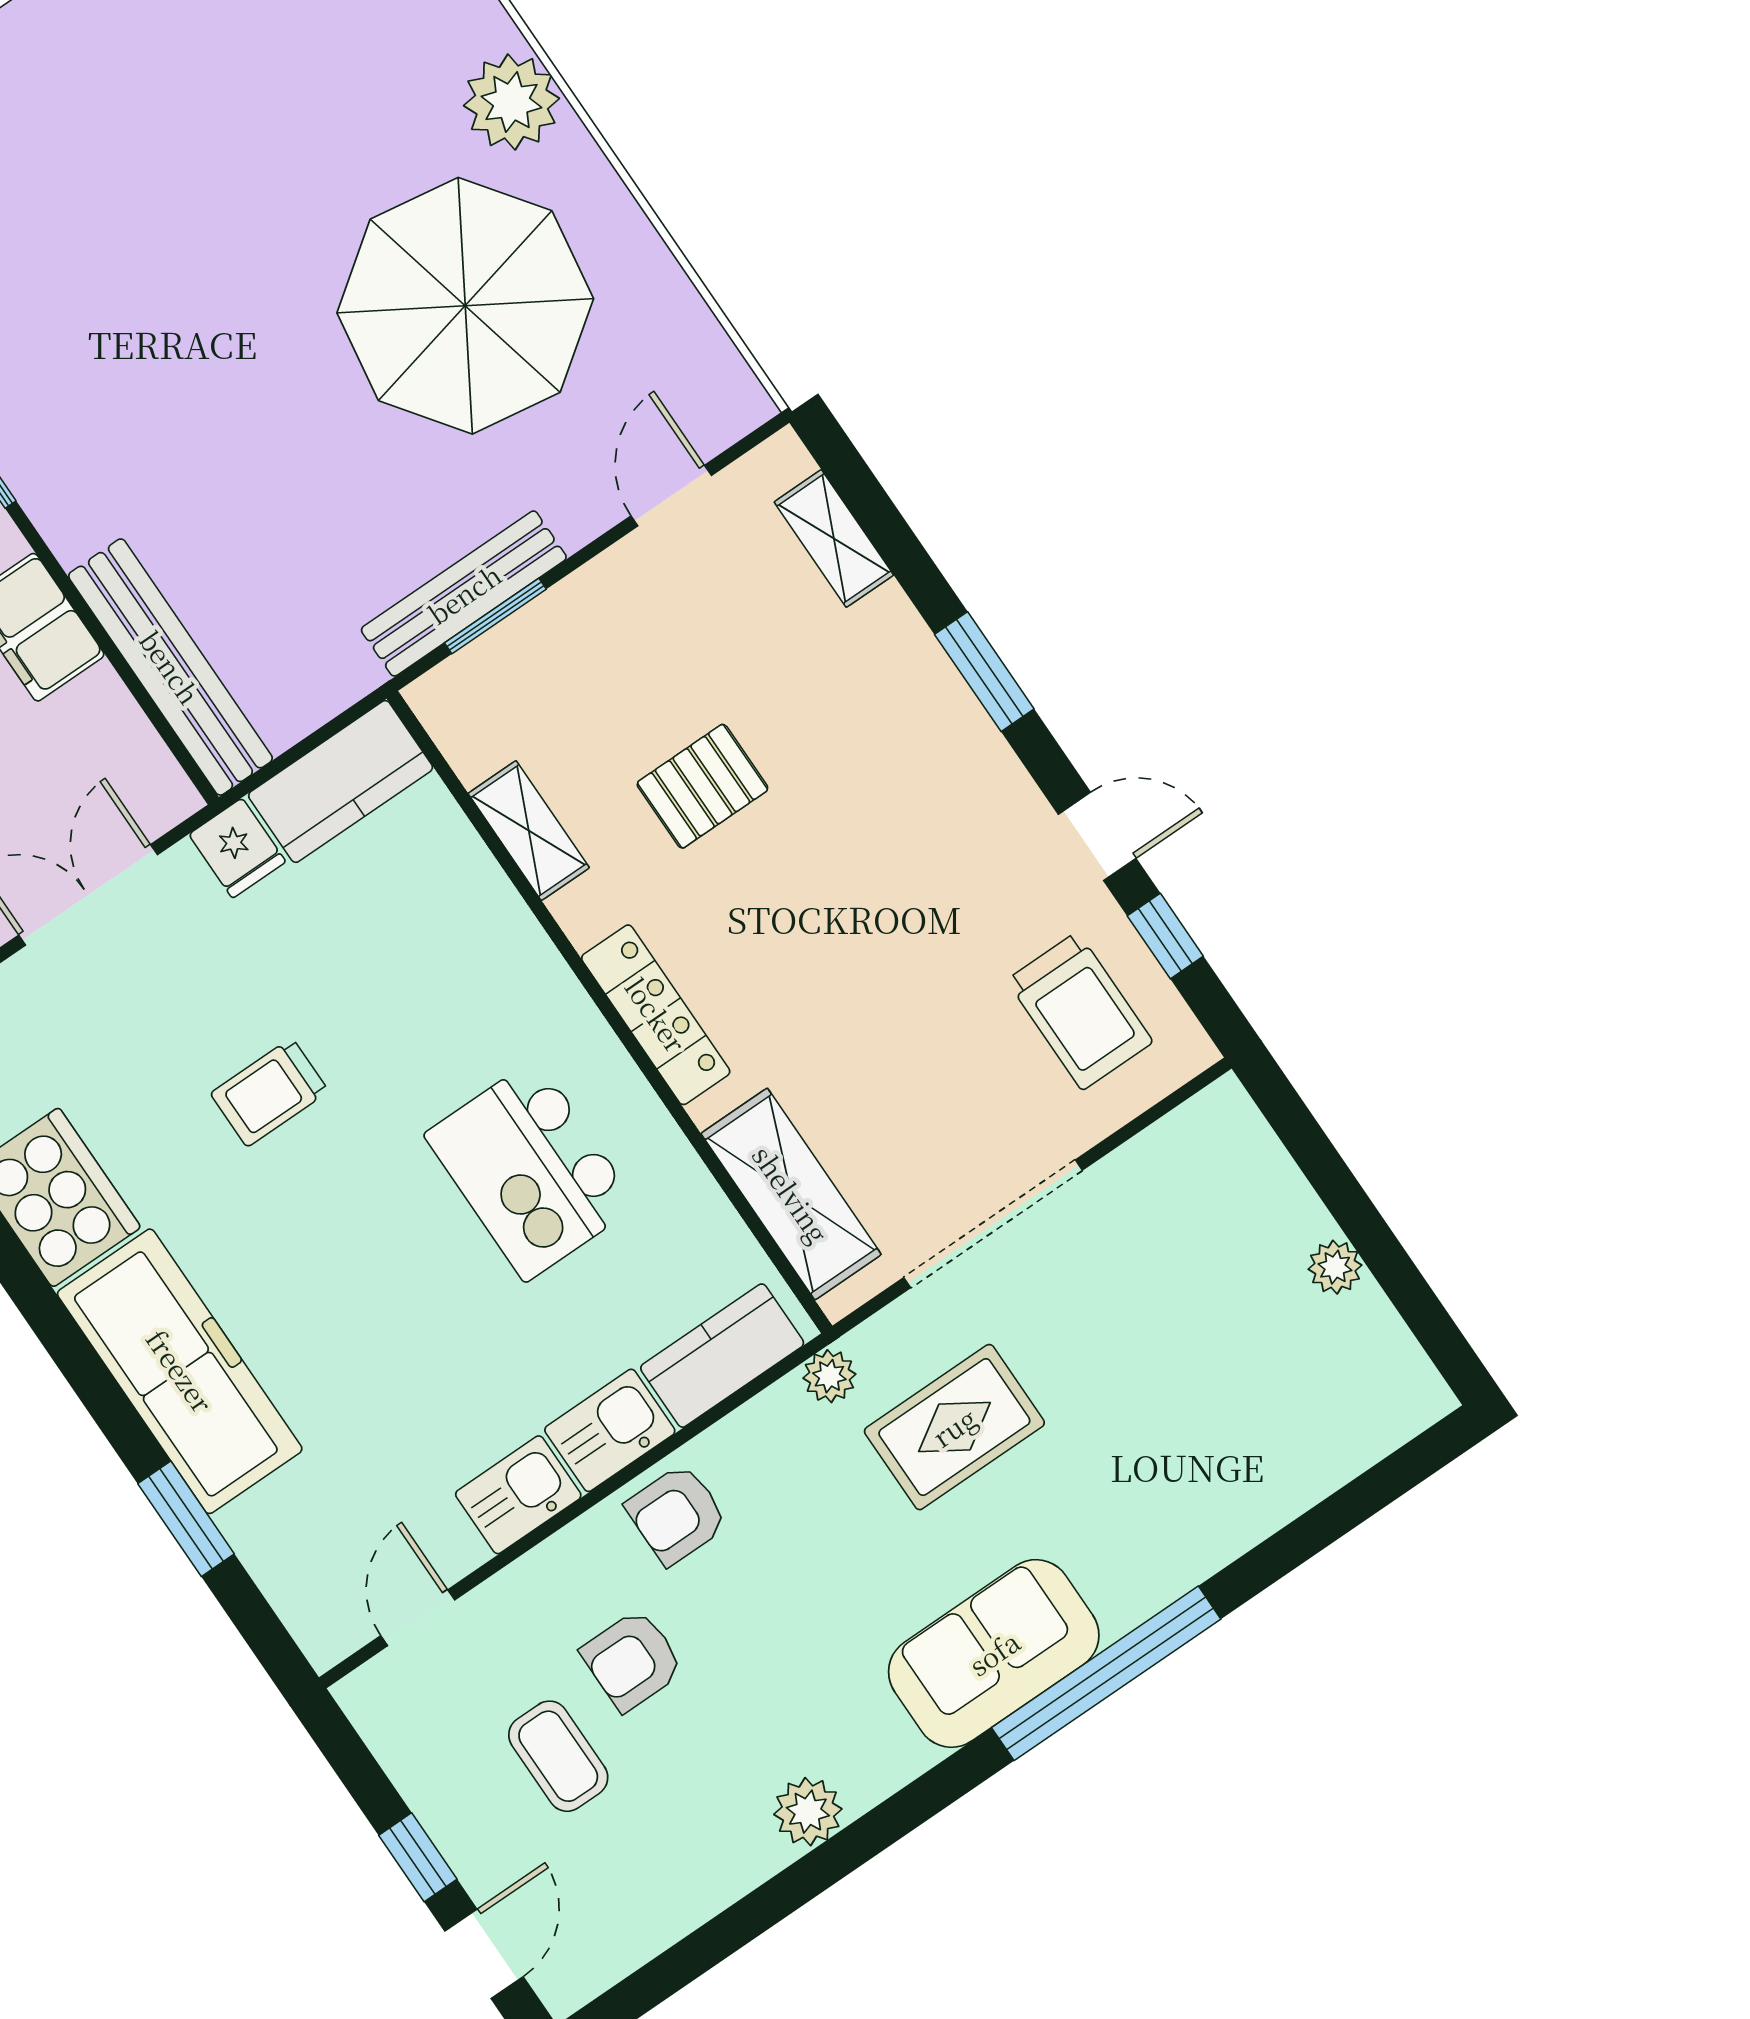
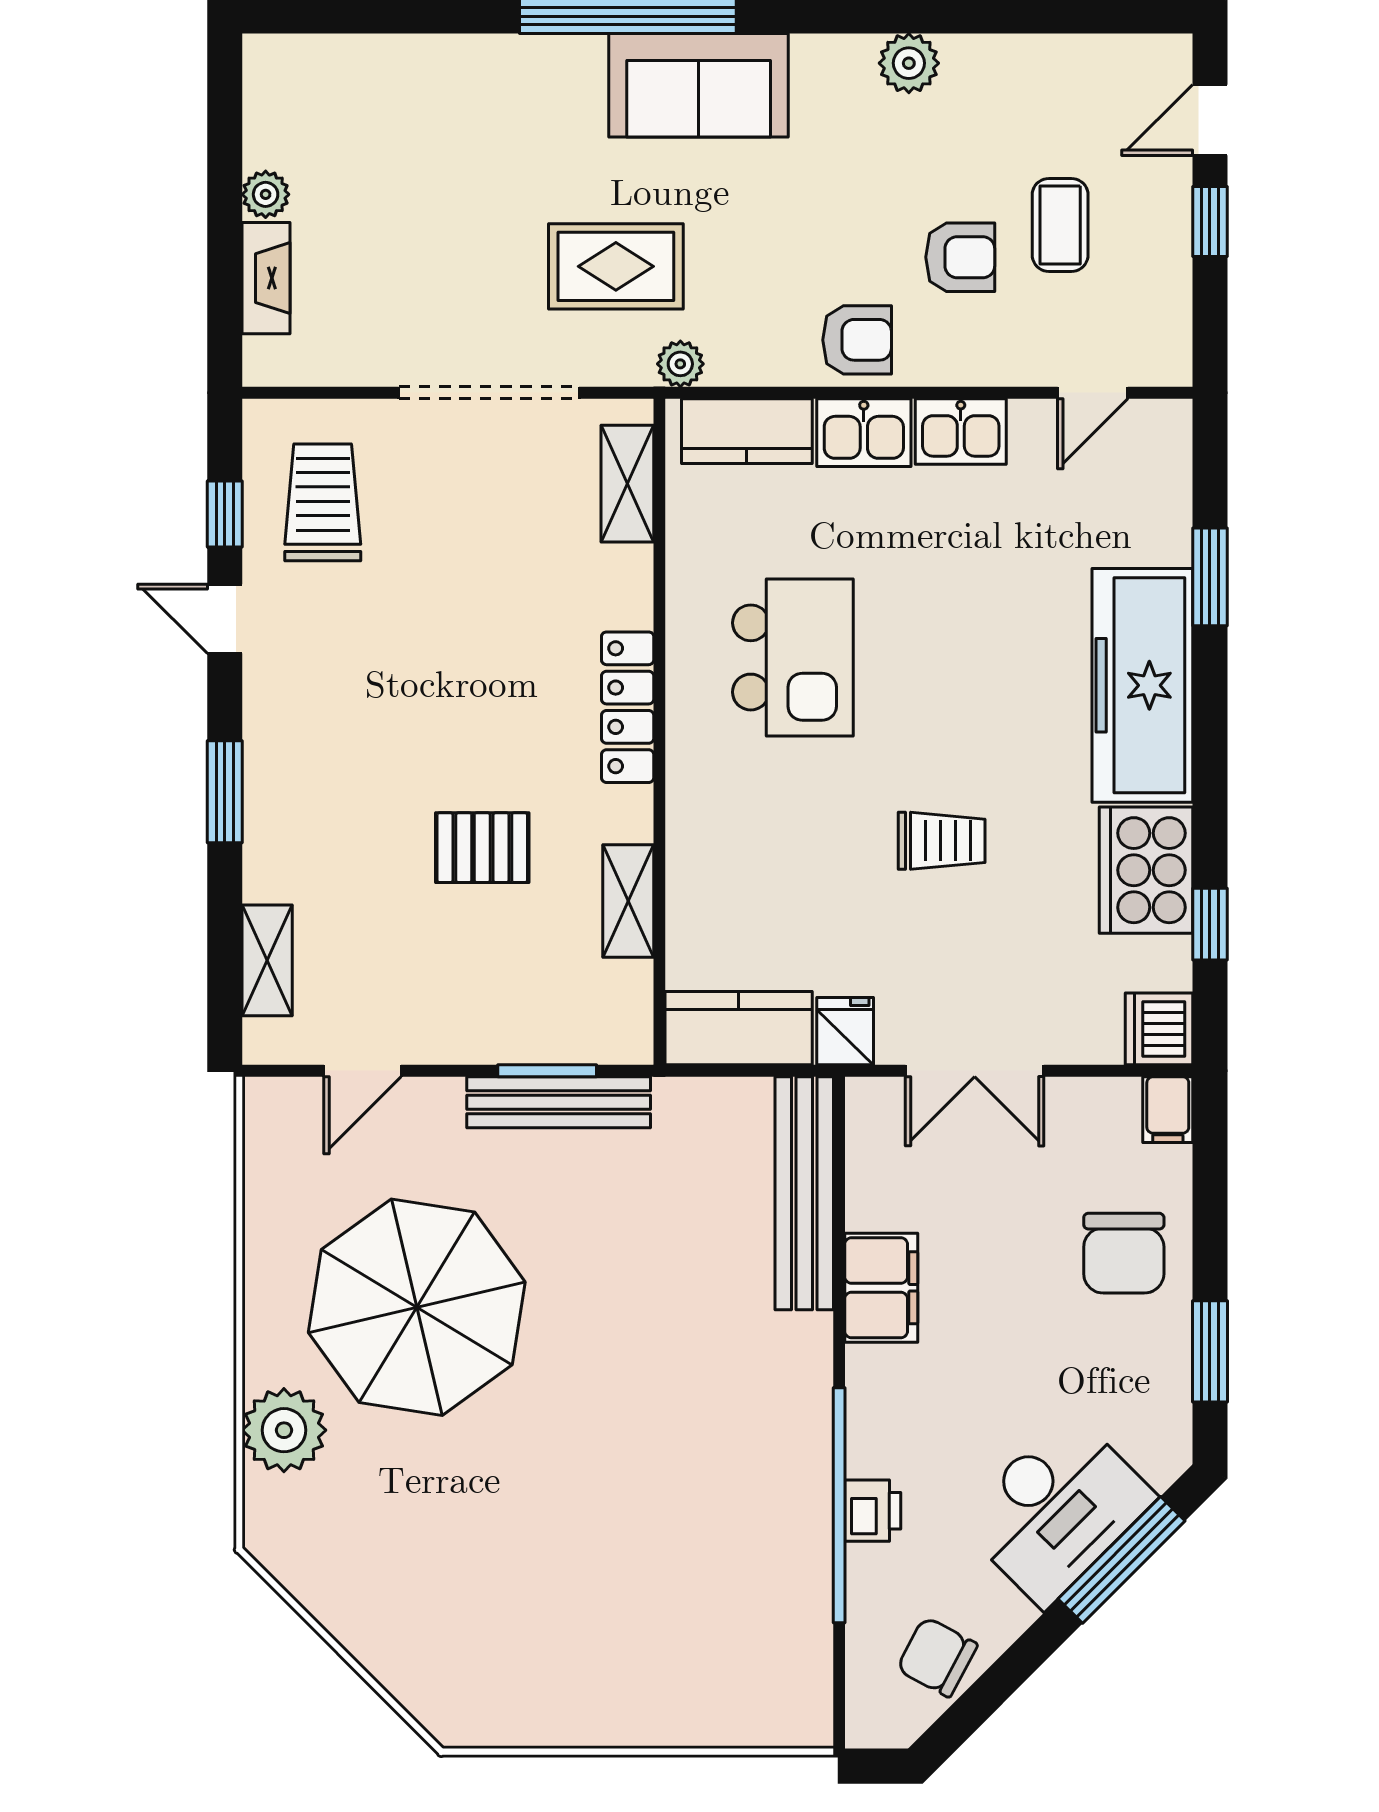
fireplace: (1280, 1188) -> (266, 278), added
shelving: (791, 1194) -> (627, 484), width x0.67, depth x0.75

